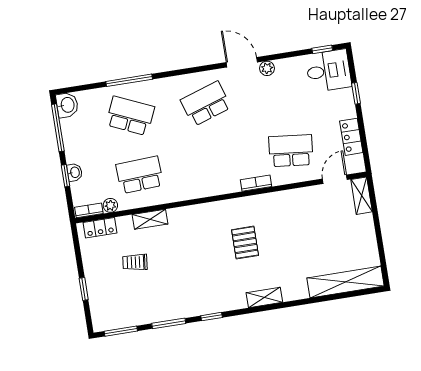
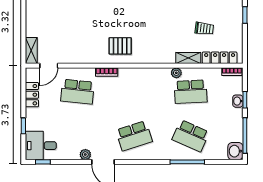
plant: (110, 205) -> (176, 73), moved
locker: (100, 228) -> (220, 58), width x1.53
pallet: (245, 243) -> (120, 46), moved, turned 90

